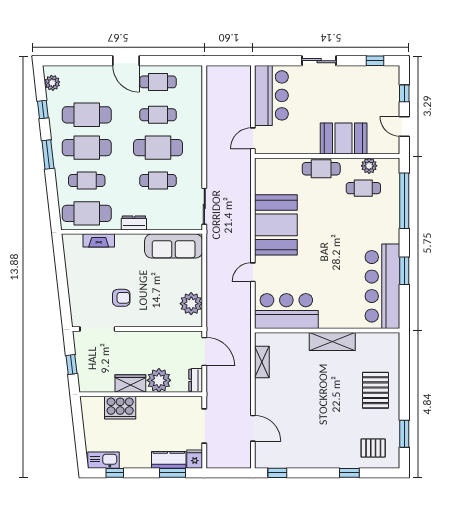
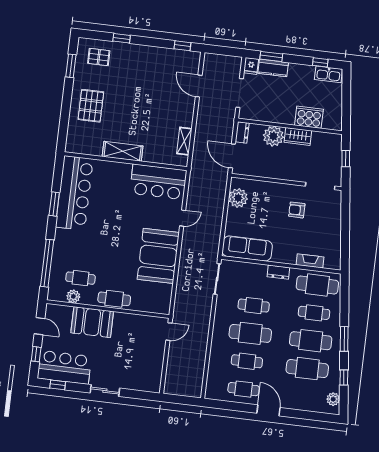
bar counter: (271, 95) -> (64, 367), moved, turned 90

